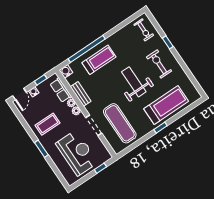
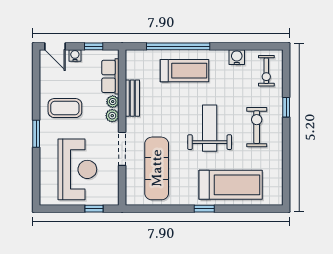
water cooler: (66, 71) -> (237, 57), moved
door: (20, 94) -> (55, 46), hinge flipped

